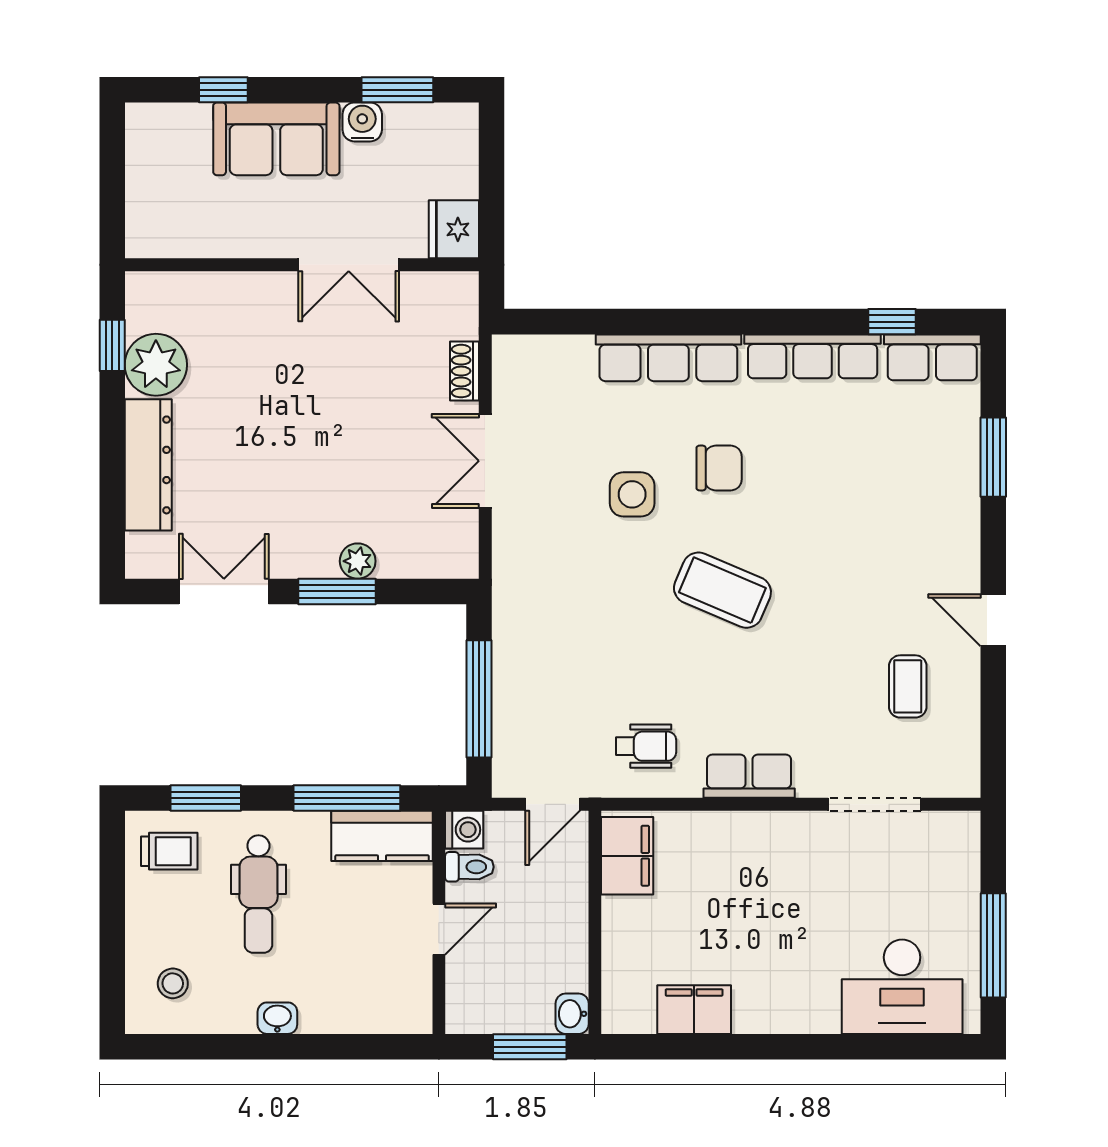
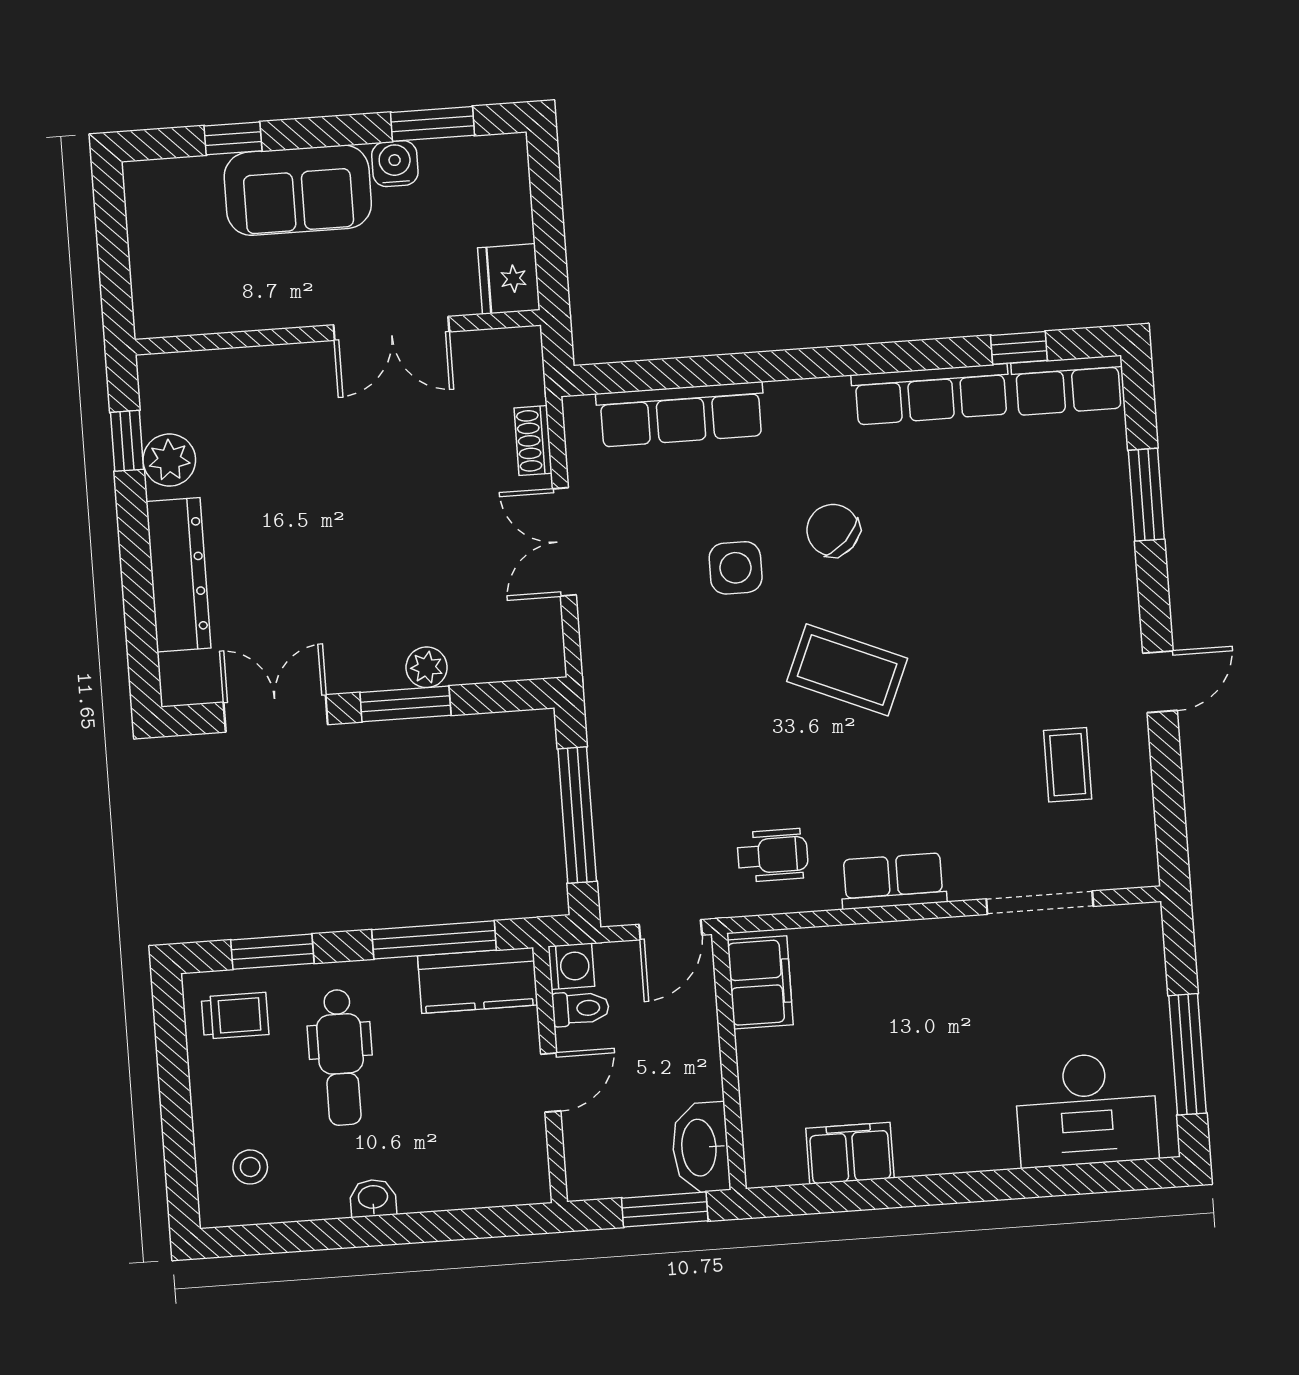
row of seats: (668, 358) -> (681, 414), moved
plant: (156, 365) -> (169, 460), width x0.73, depth x0.73
chair: (719, 468) -> (833, 530), turned -135
door: (993, 620) -> (1160, 682), swing flipped
washbasin: (572, 1014) -> (701, 1148), width x1.91, depth x1.45

